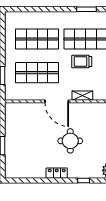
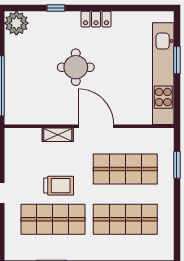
kitchen unit: (12, 137) -> (163, 74), added

